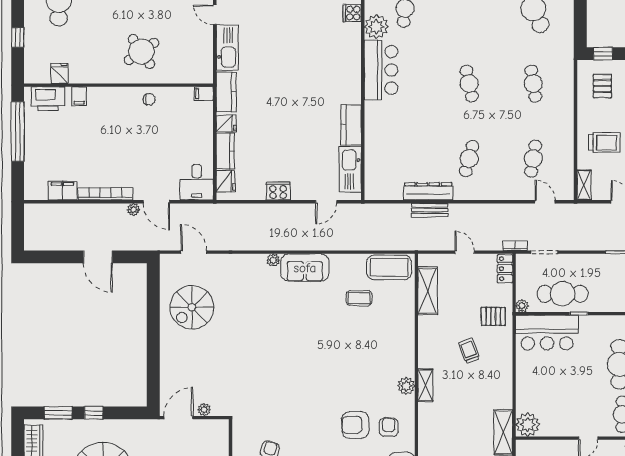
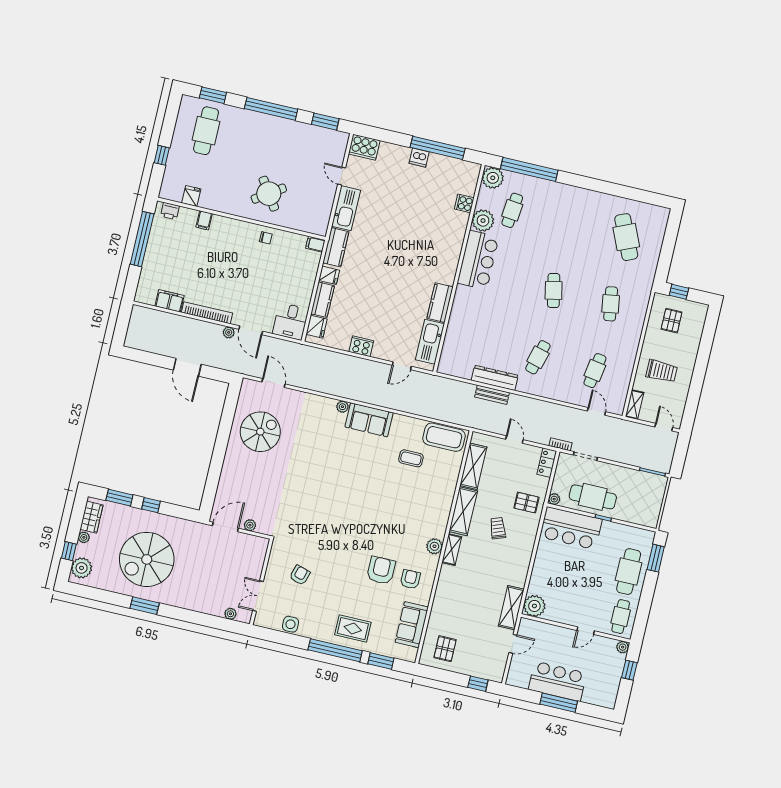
printer: (48, 99) -> (170, 211), width x0.53, depth x0.68
spiral stairs: (192, 307) -> (260, 432), turned 180
shelving: (428, 341) -> (463, 511), added
armchair: (355, 425) -> (381, 570), turned 90

